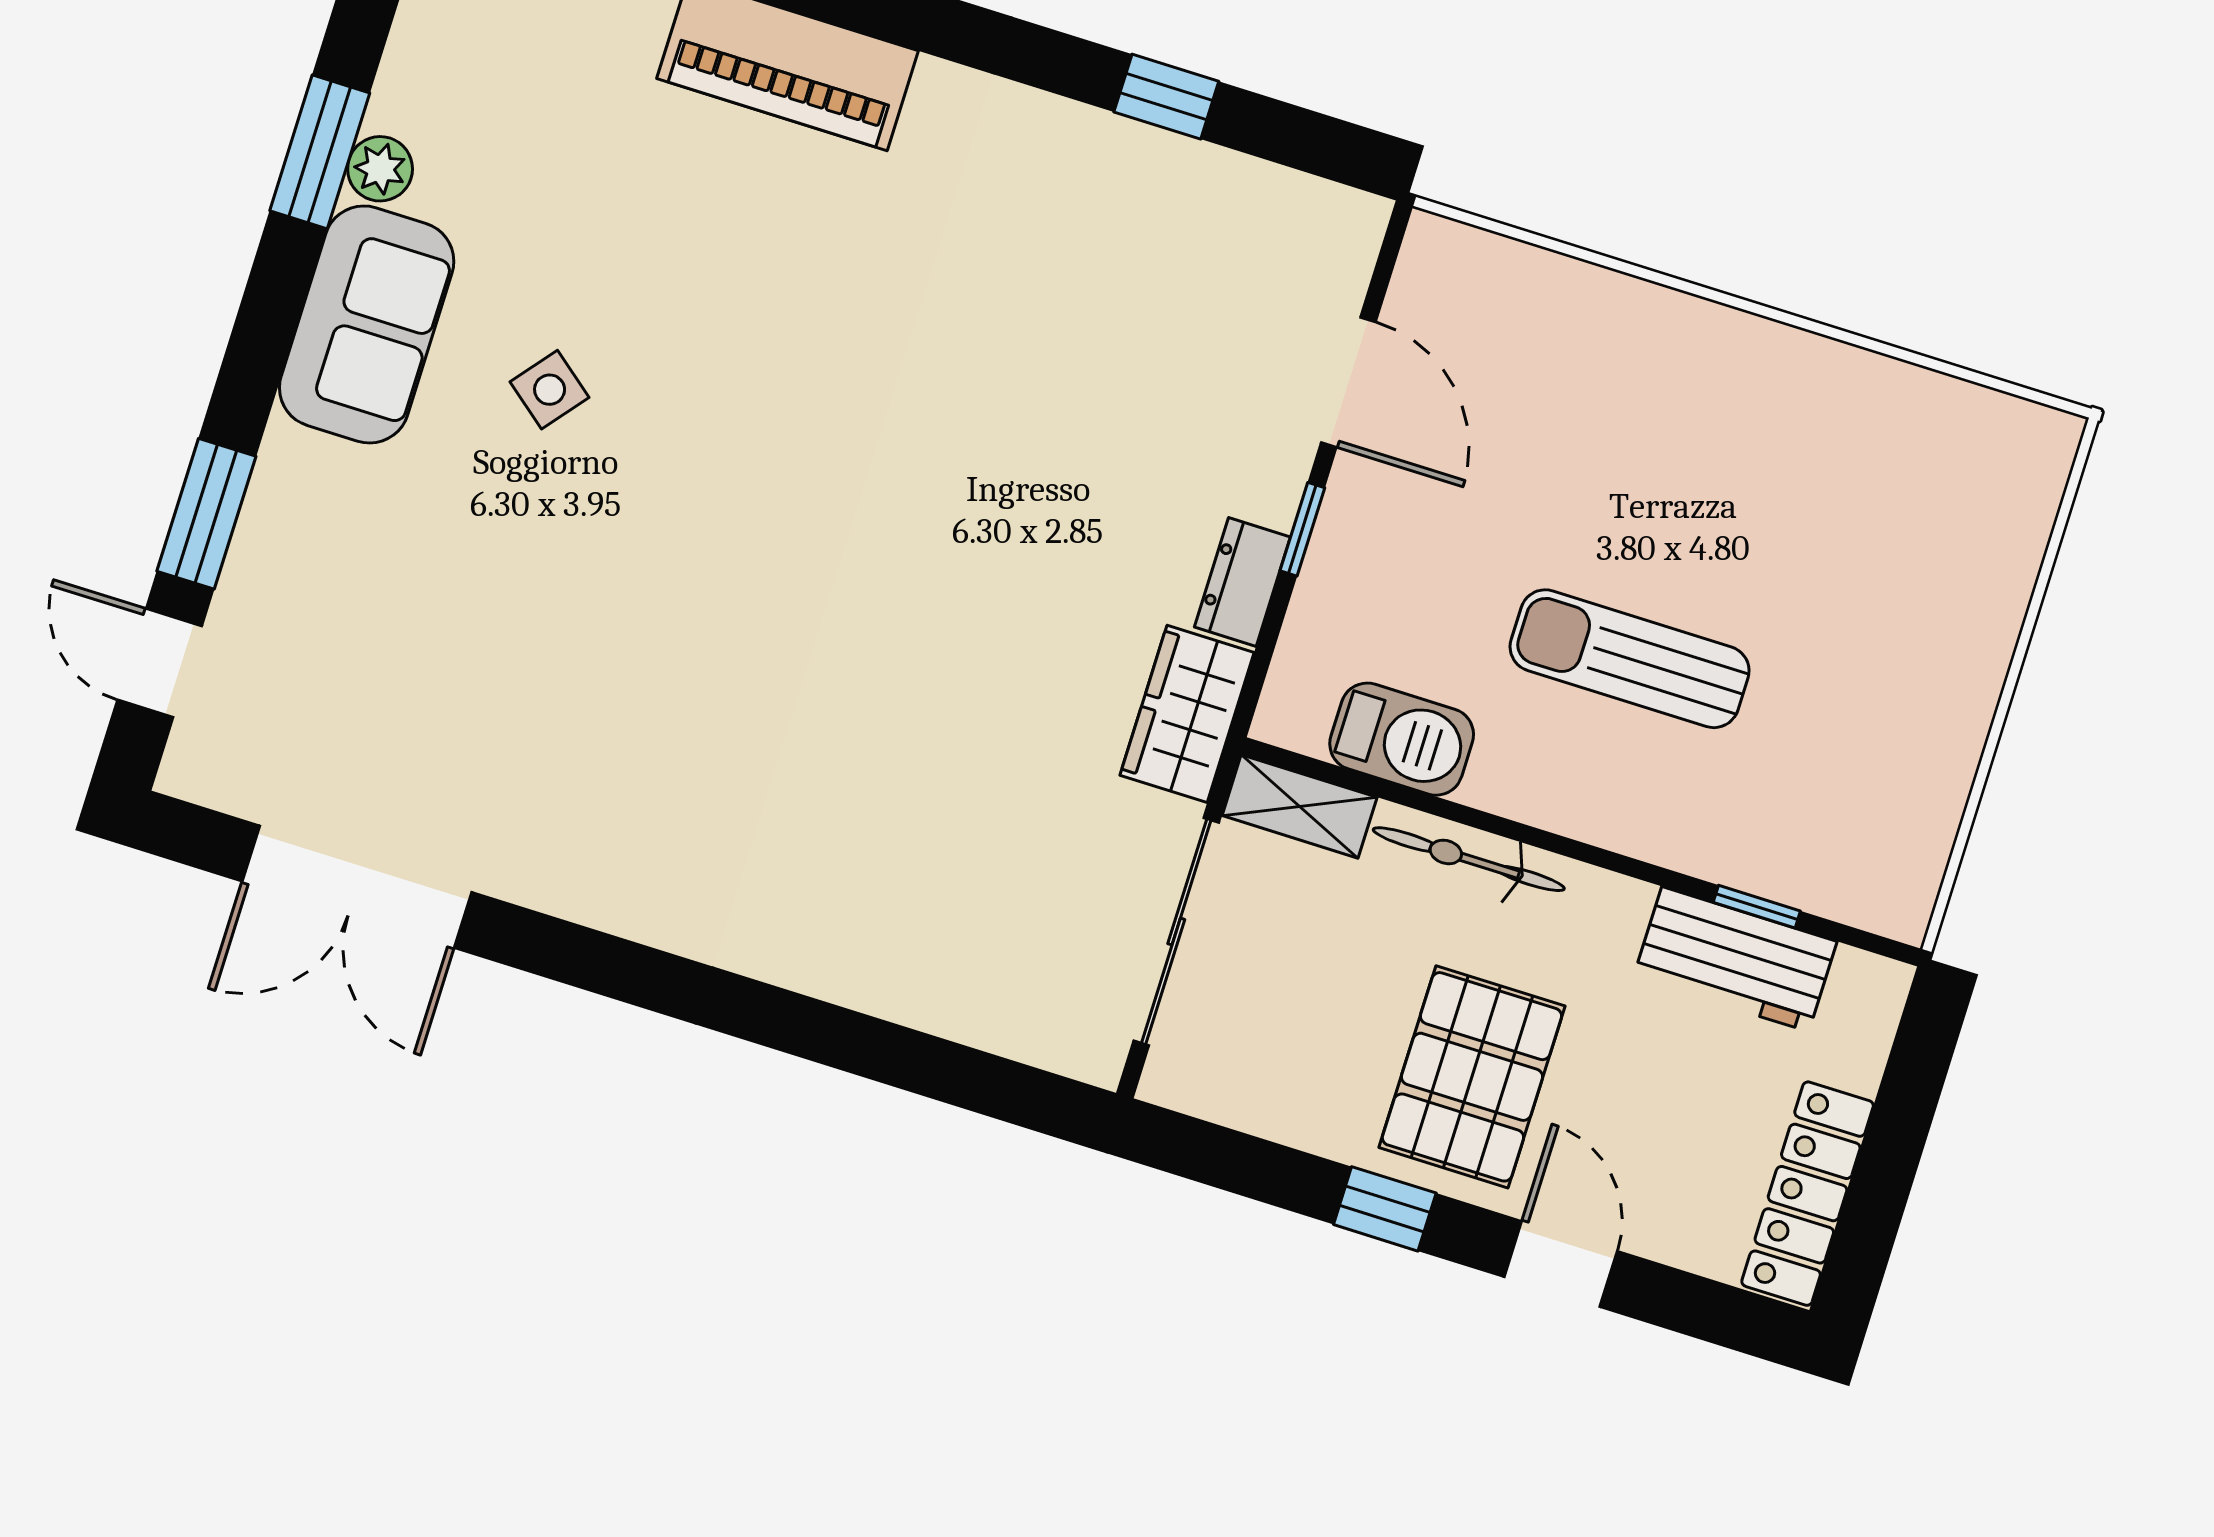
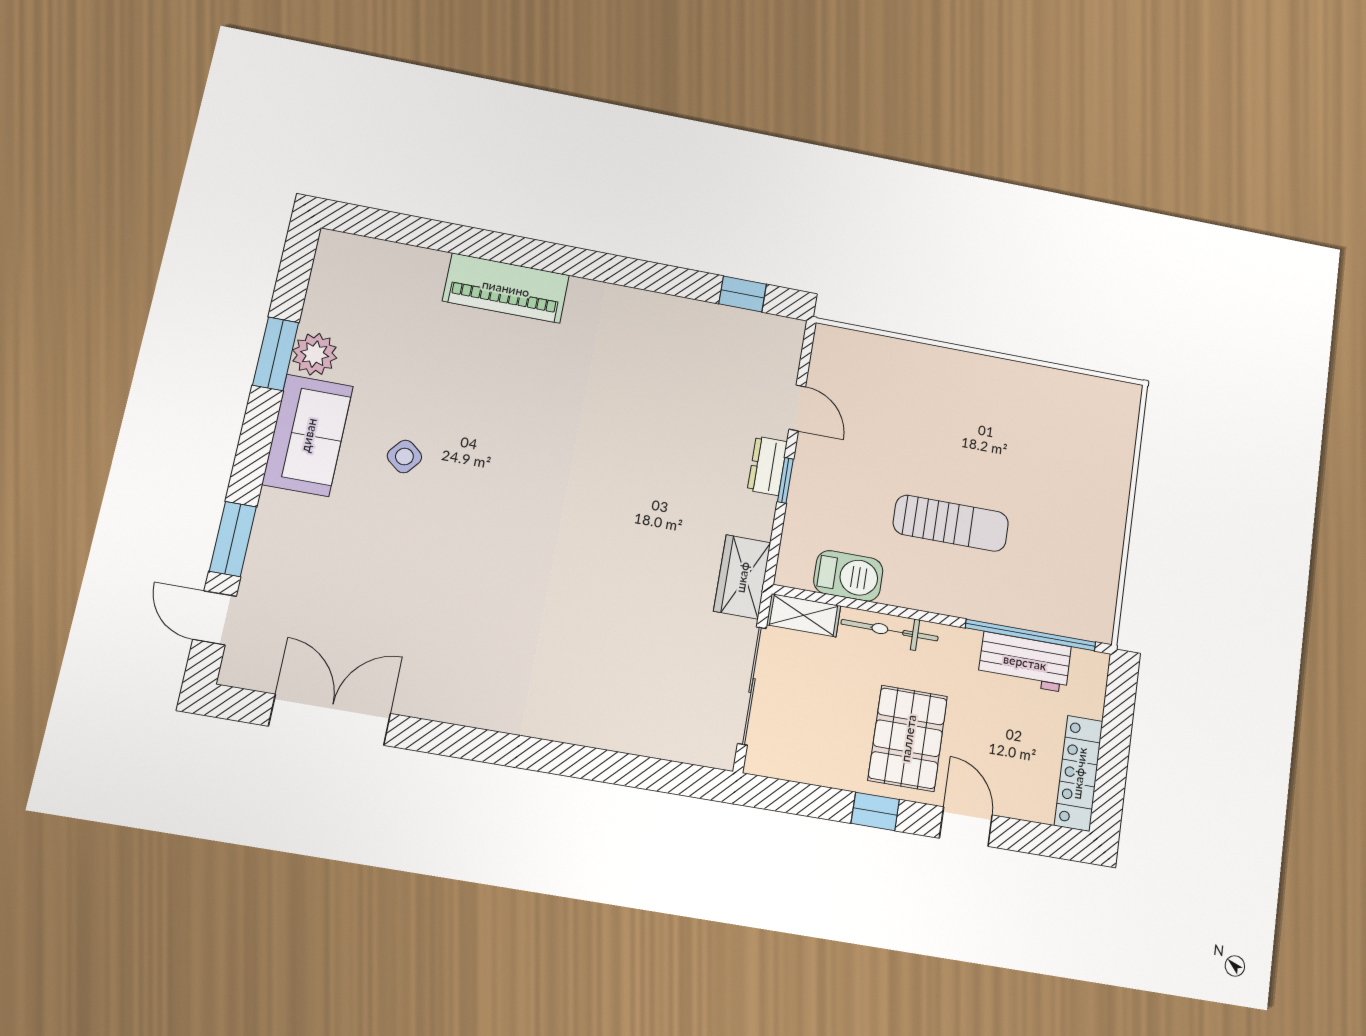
window: (1166, 97) -> (743, 294), moved
plant: (380, 169) -> (315, 354), width x1.38, depth x1.38
door: (1348, 382) -> (797, 408), width x0.73
dresser: (1242, 582) -> (767, 466), moved
sun lounger: (1630, 659) -> (951, 523), turned 180
double door: (357, 887) -> (330, 720), swing flipped
window: (1757, 907) -> (1031, 635), width x3.17

